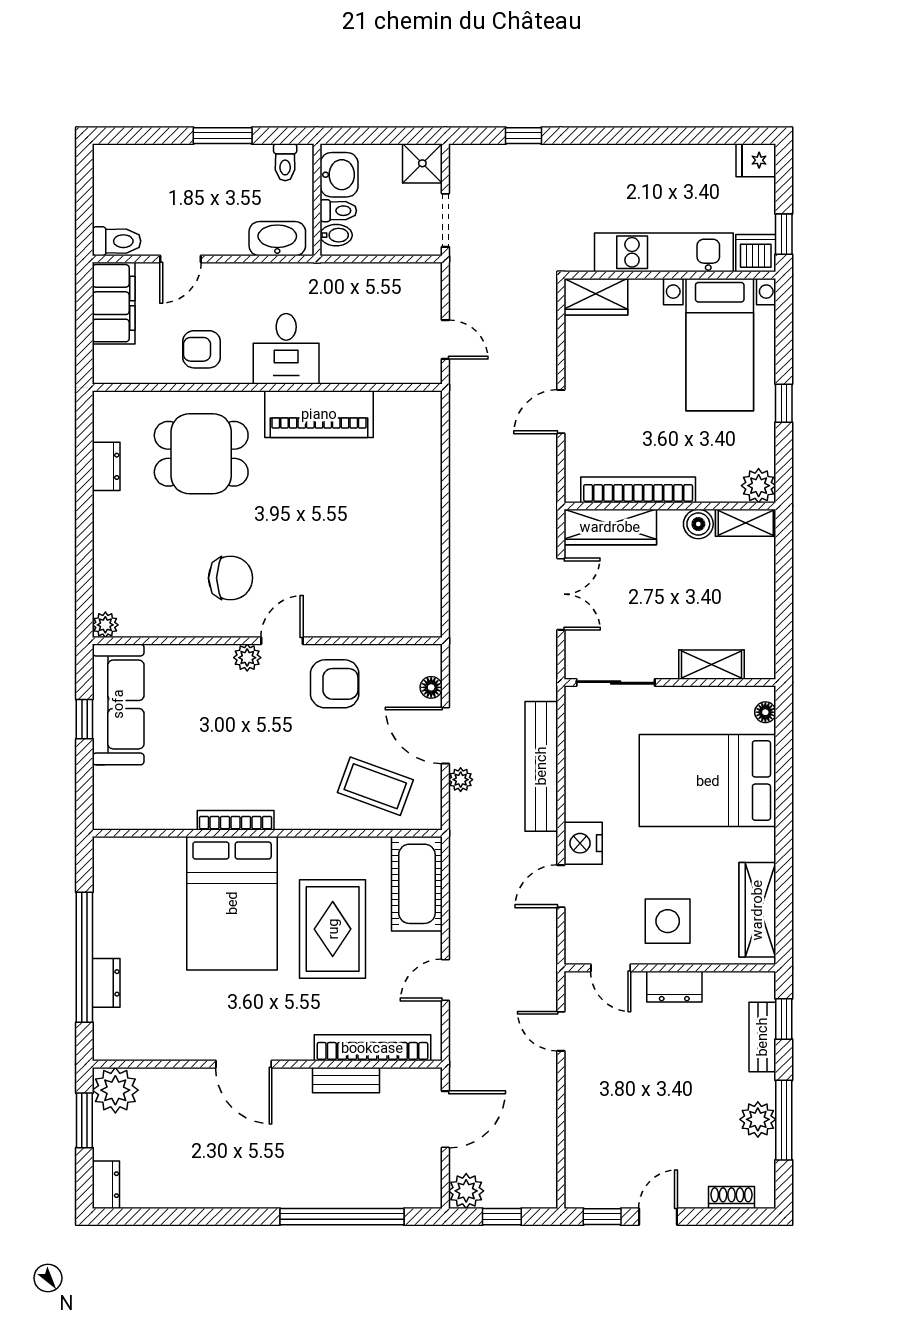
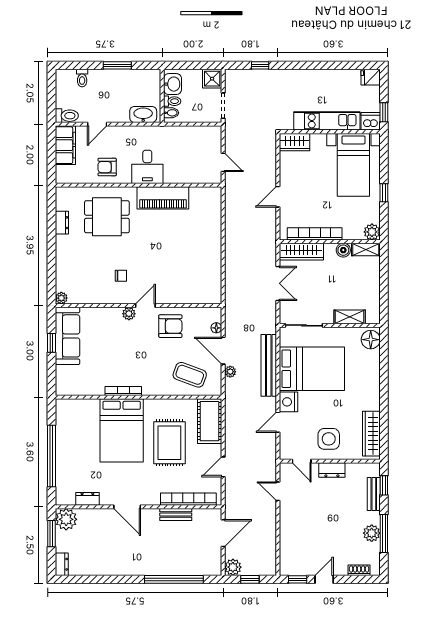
toilet: (285, 162) -> (82, 78), moved
chair: (231, 578) -> (121, 276), width x0.54, depth x0.54
floor lamp: (765, 712) -> (371, 340), width x1.89, depth x1.89
bed: (708, 781) -> (312, 369), moved, turned 180
dresser: (106, 983) -> (87, 499), moved, turned -90

